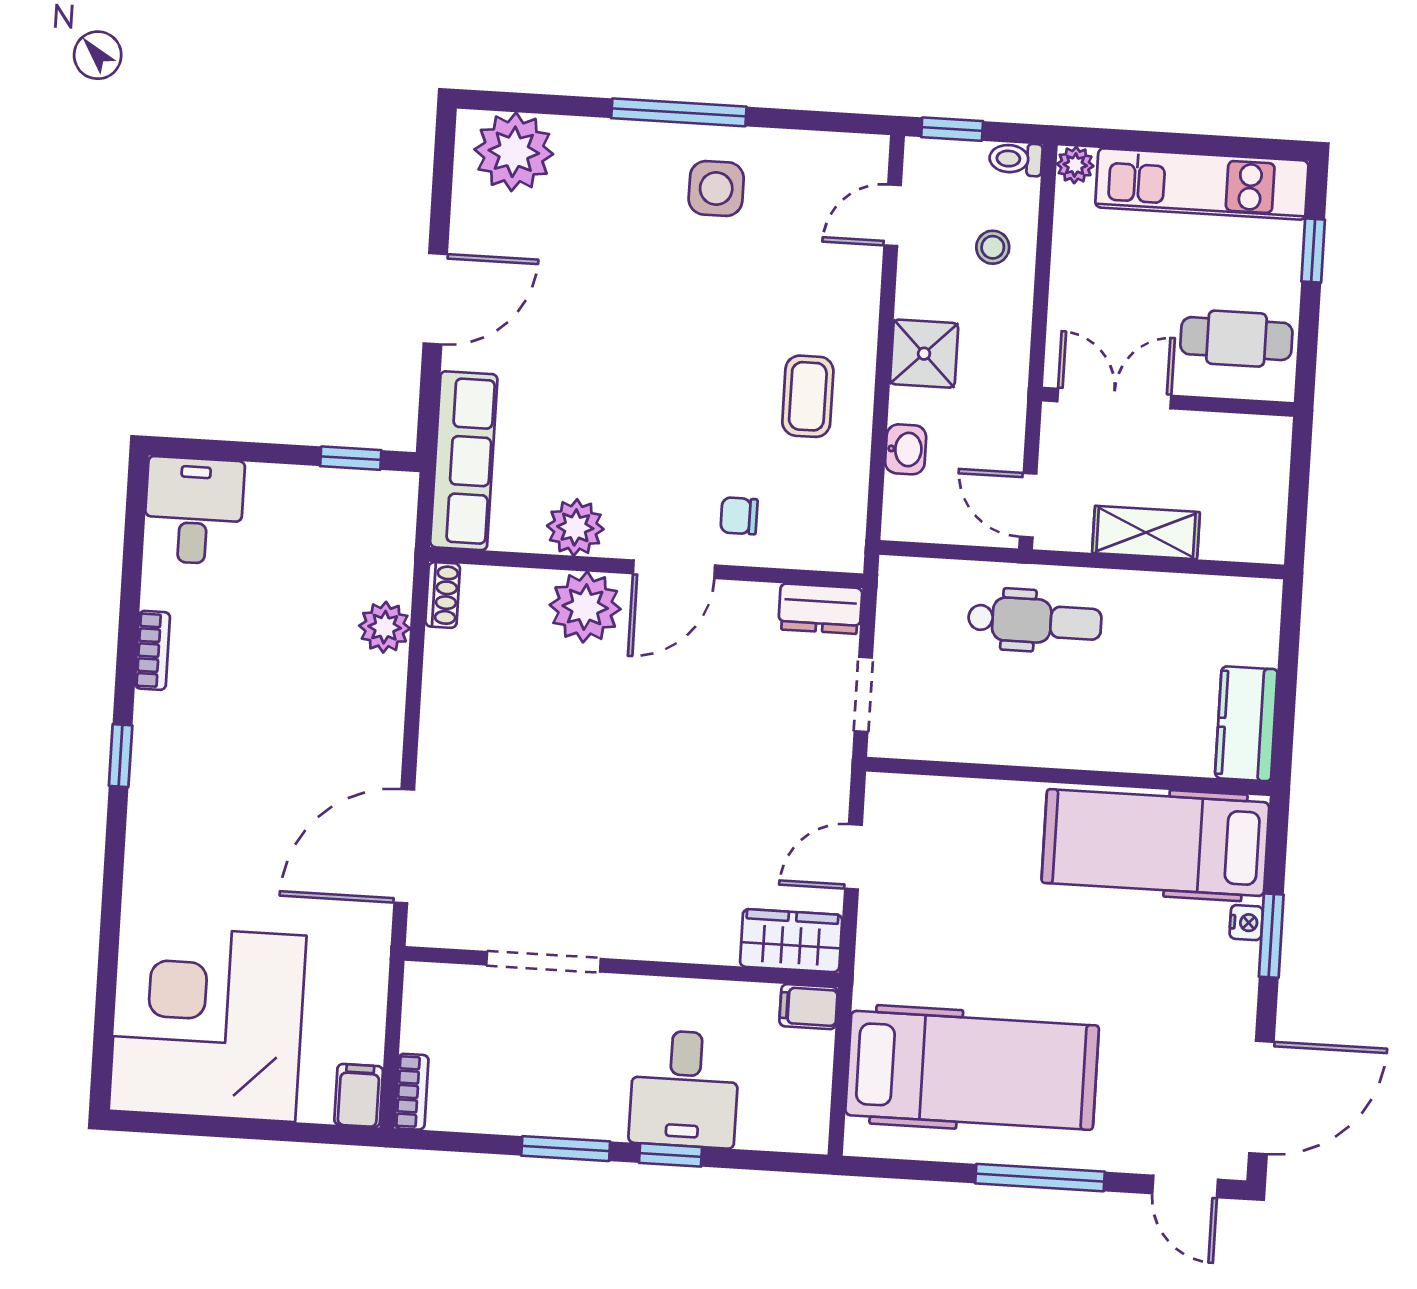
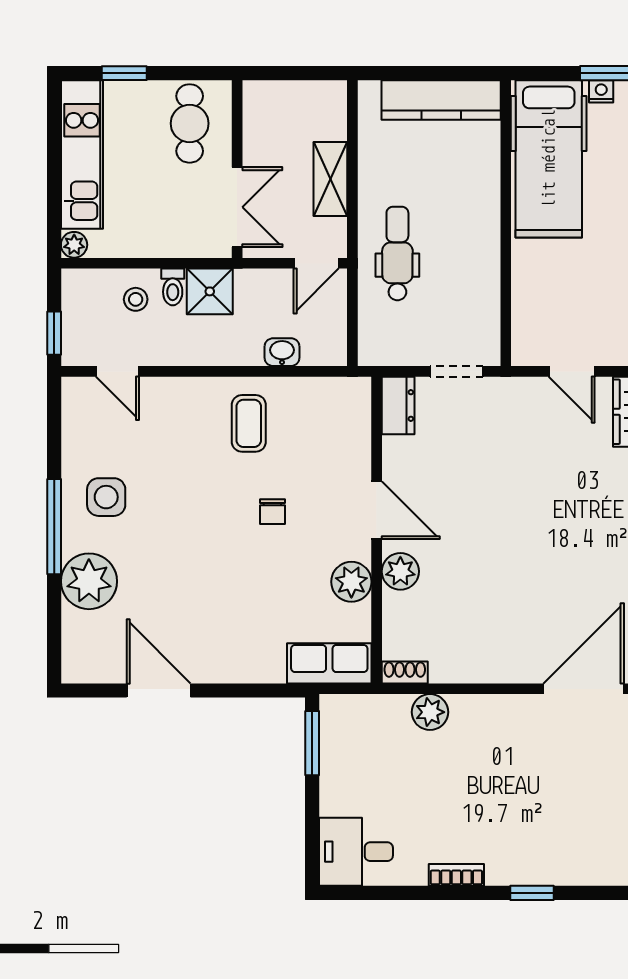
plant: (514, 152) -> (89, 581), moved
toilet: (1016, 159) -> (173, 287), moved
door: (435, 299) -> (159, 690), moved
shower: (924, 354) -> (210, 291), moved
coffee table: (808, 396) -> (249, 423), turned 90
double door: (1114, 399) -> (237, 207), swing flipped
window: (351, 458) -> (312, 743), width x1.50
row of seats: (464, 461) -> (329, 663), width x0.68
chair: (739, 516) -> (273, 512), moved
plant: (585, 607) -> (400, 571), width x0.73, depth x0.73
kitchen counter: (1246, 724) -> (441, 100), width x1.50
door: (404, 846) -> (584, 689), swing flipped

